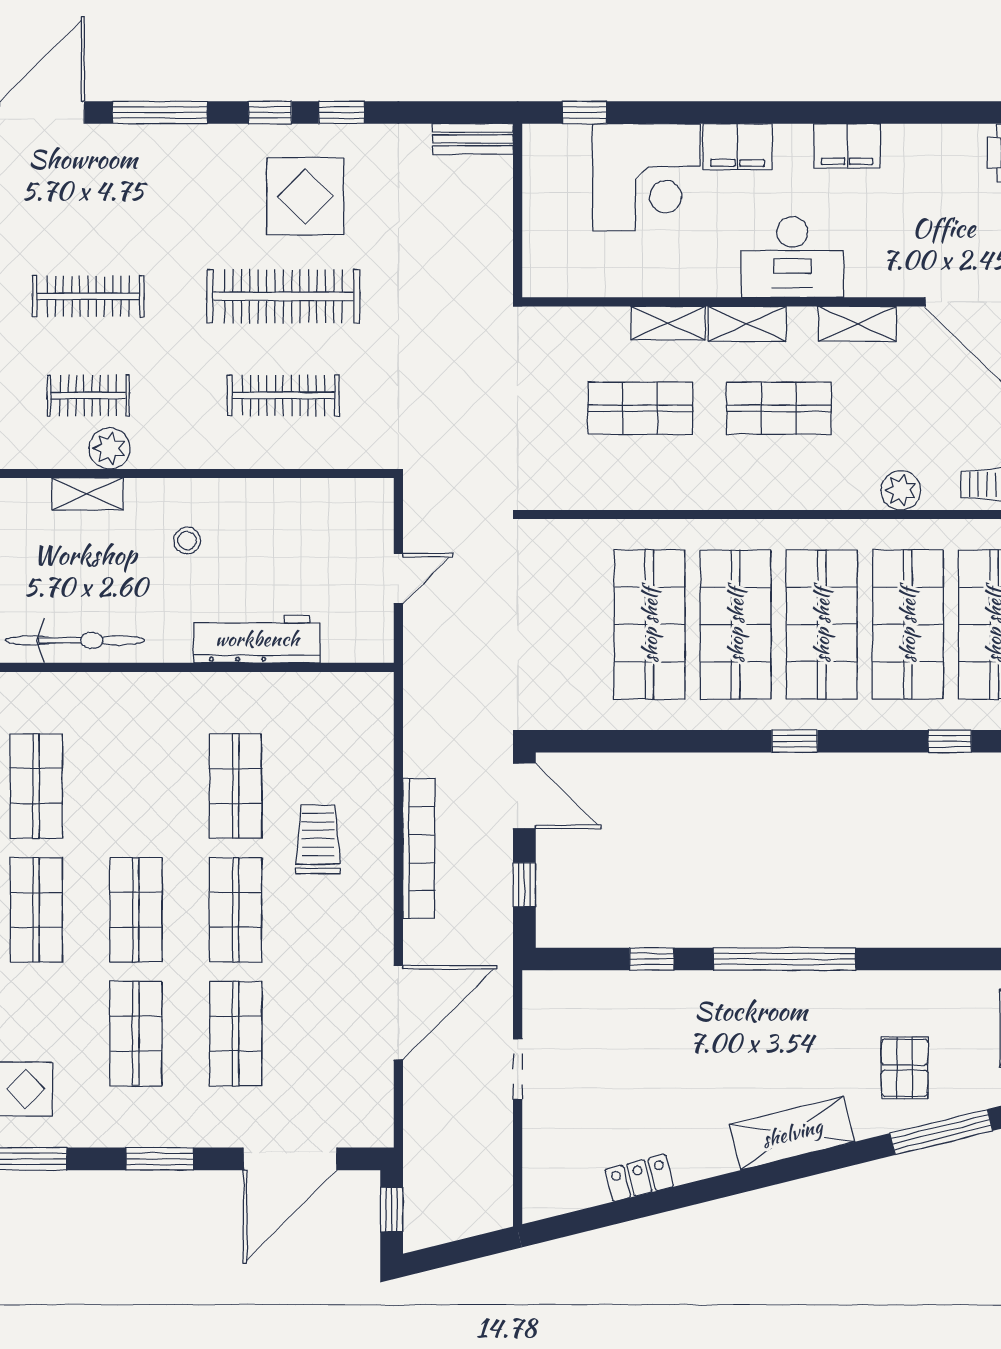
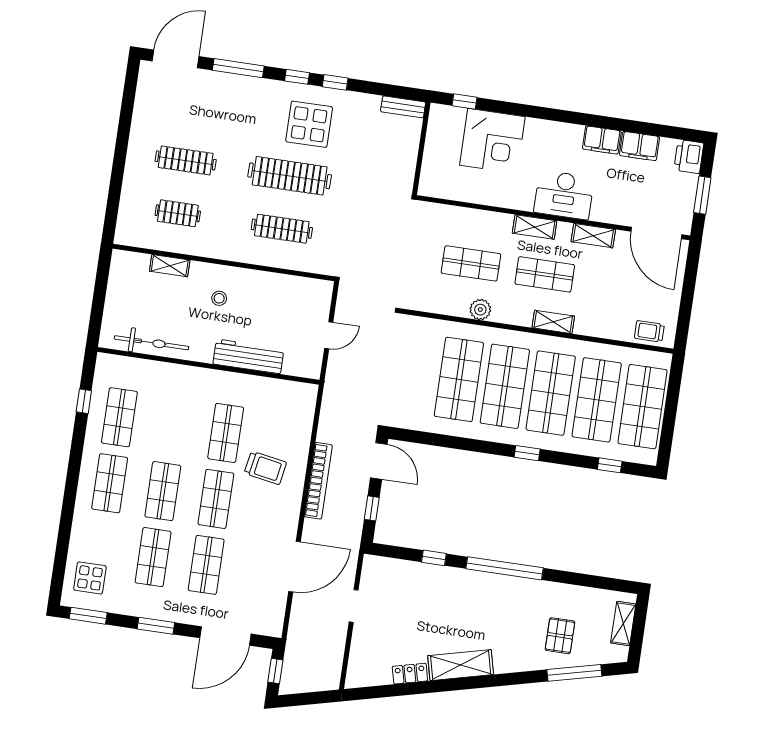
filing cabinet: (737, 147) -> (639, 146), moved
shelving: (668, 323) -> (553, 322), moved
plant: (110, 448) -> (185, 243), removed
plant: (901, 490) -> (480, 310), moved
trolley: (318, 839) -> (265, 468), turned 100
shelving: (792, 1133) -> (461, 665), moved

